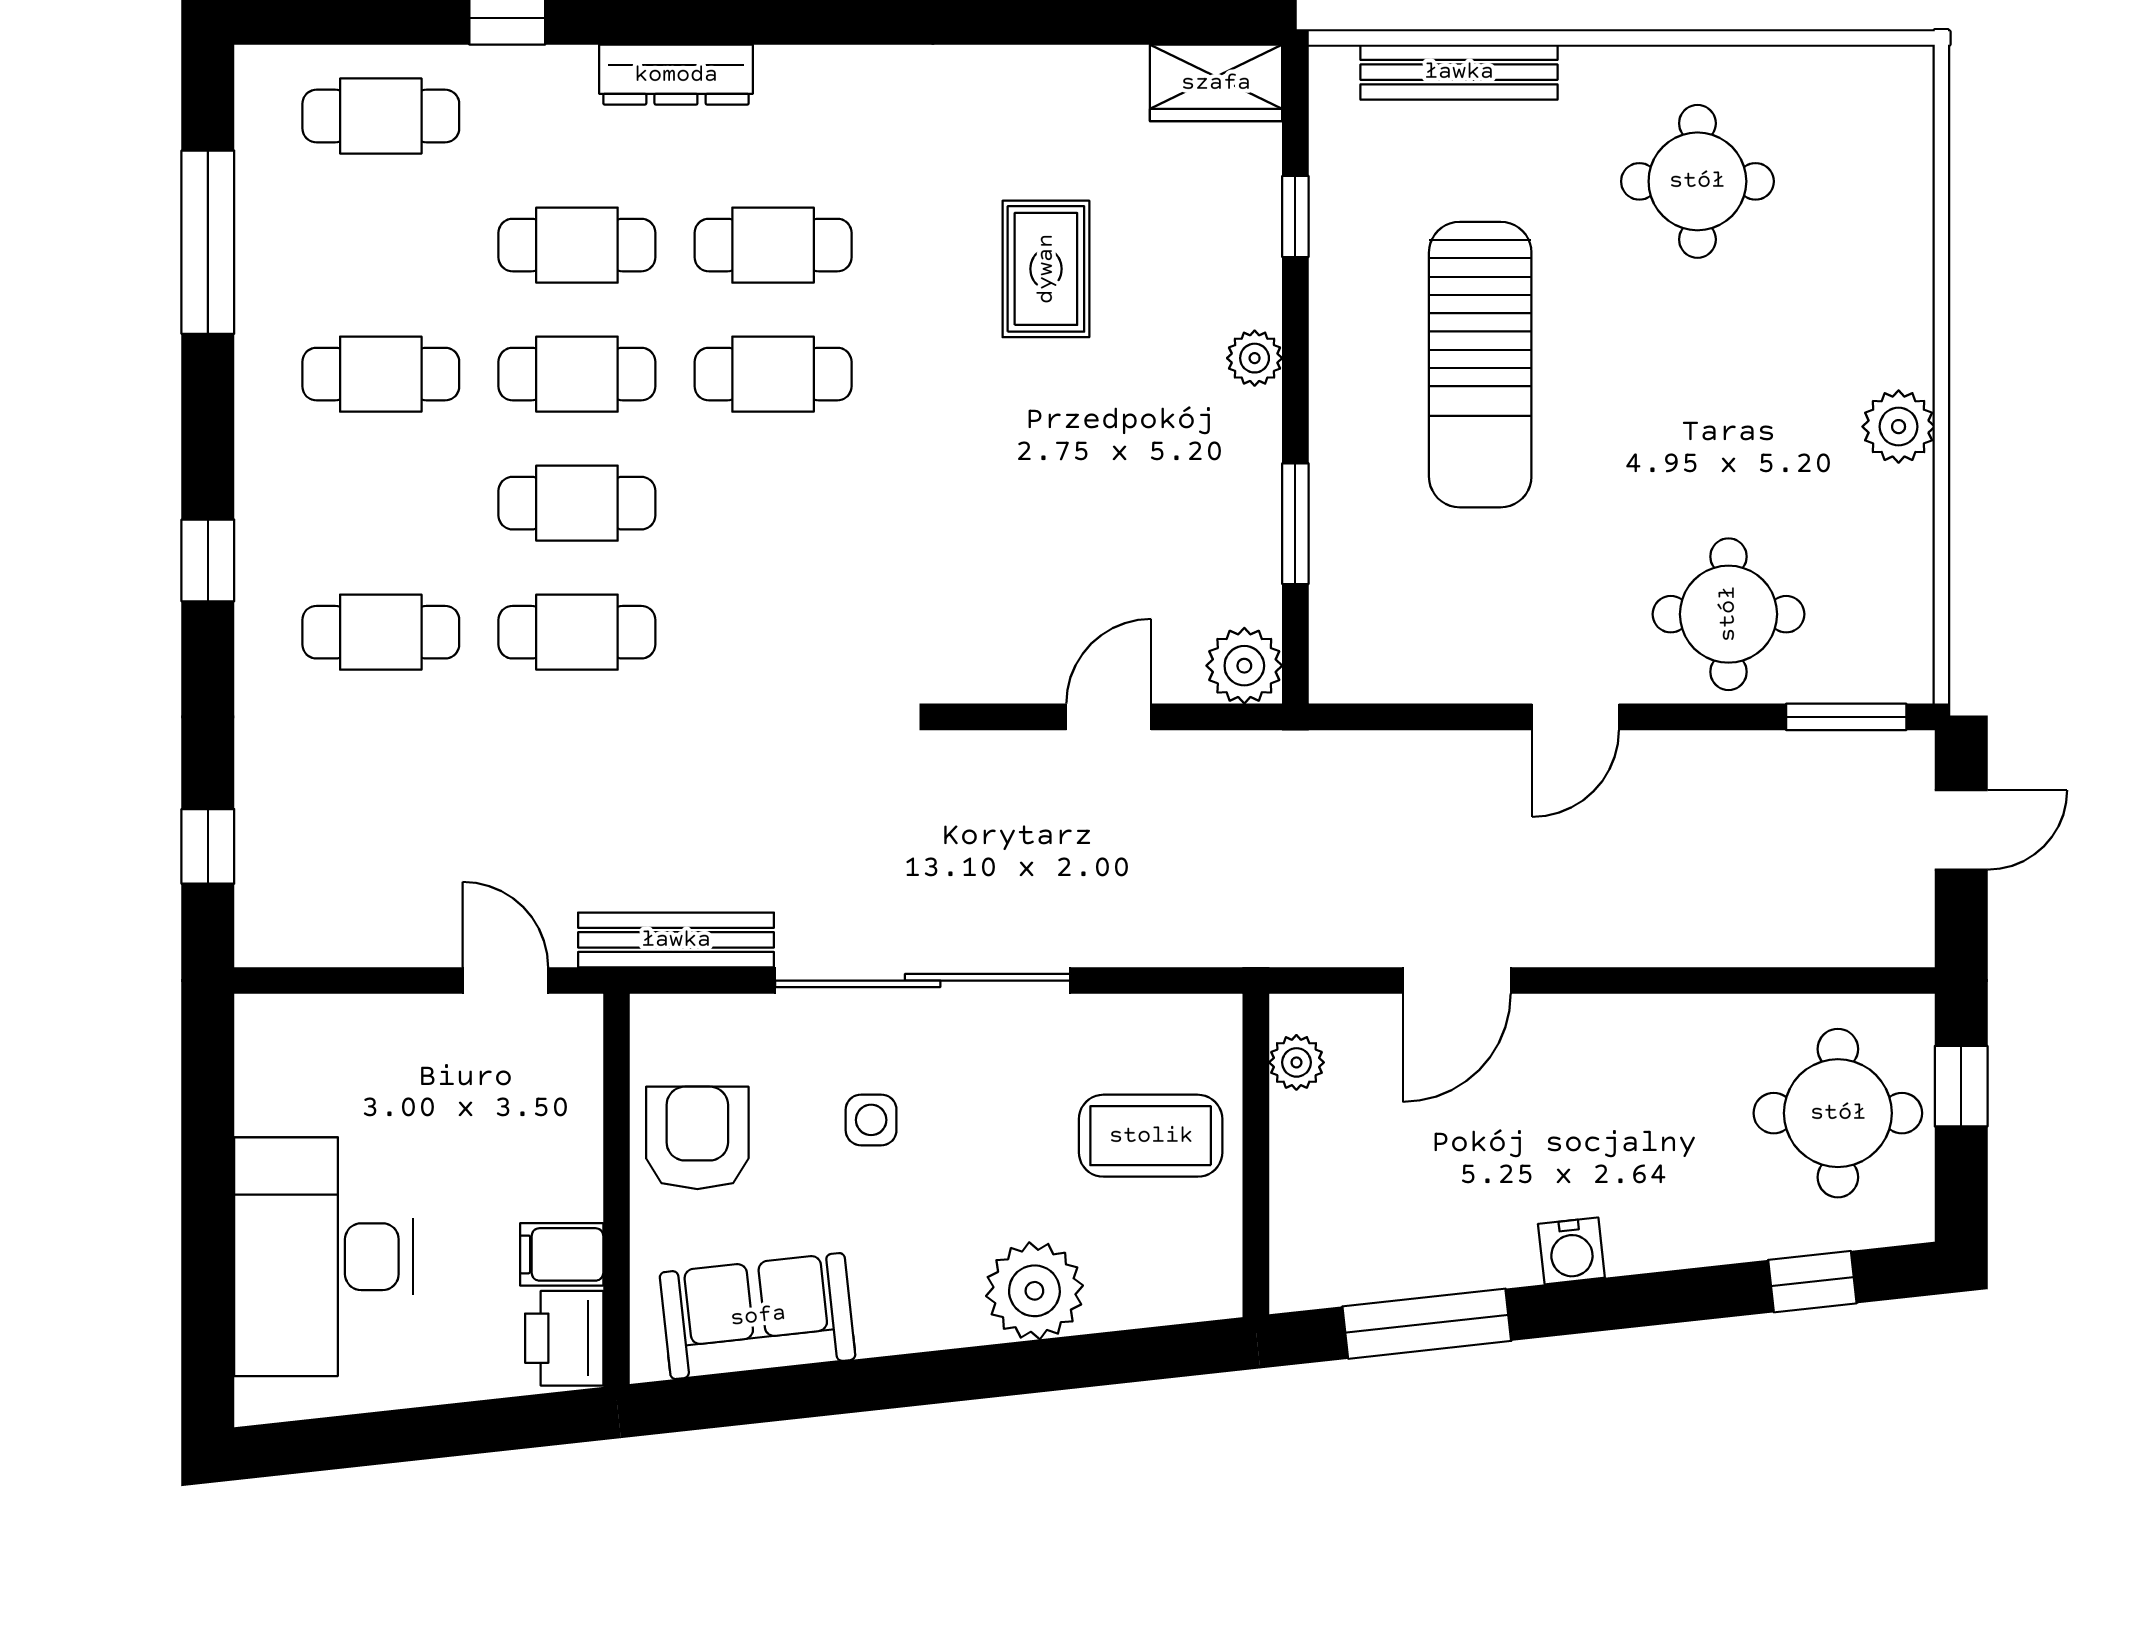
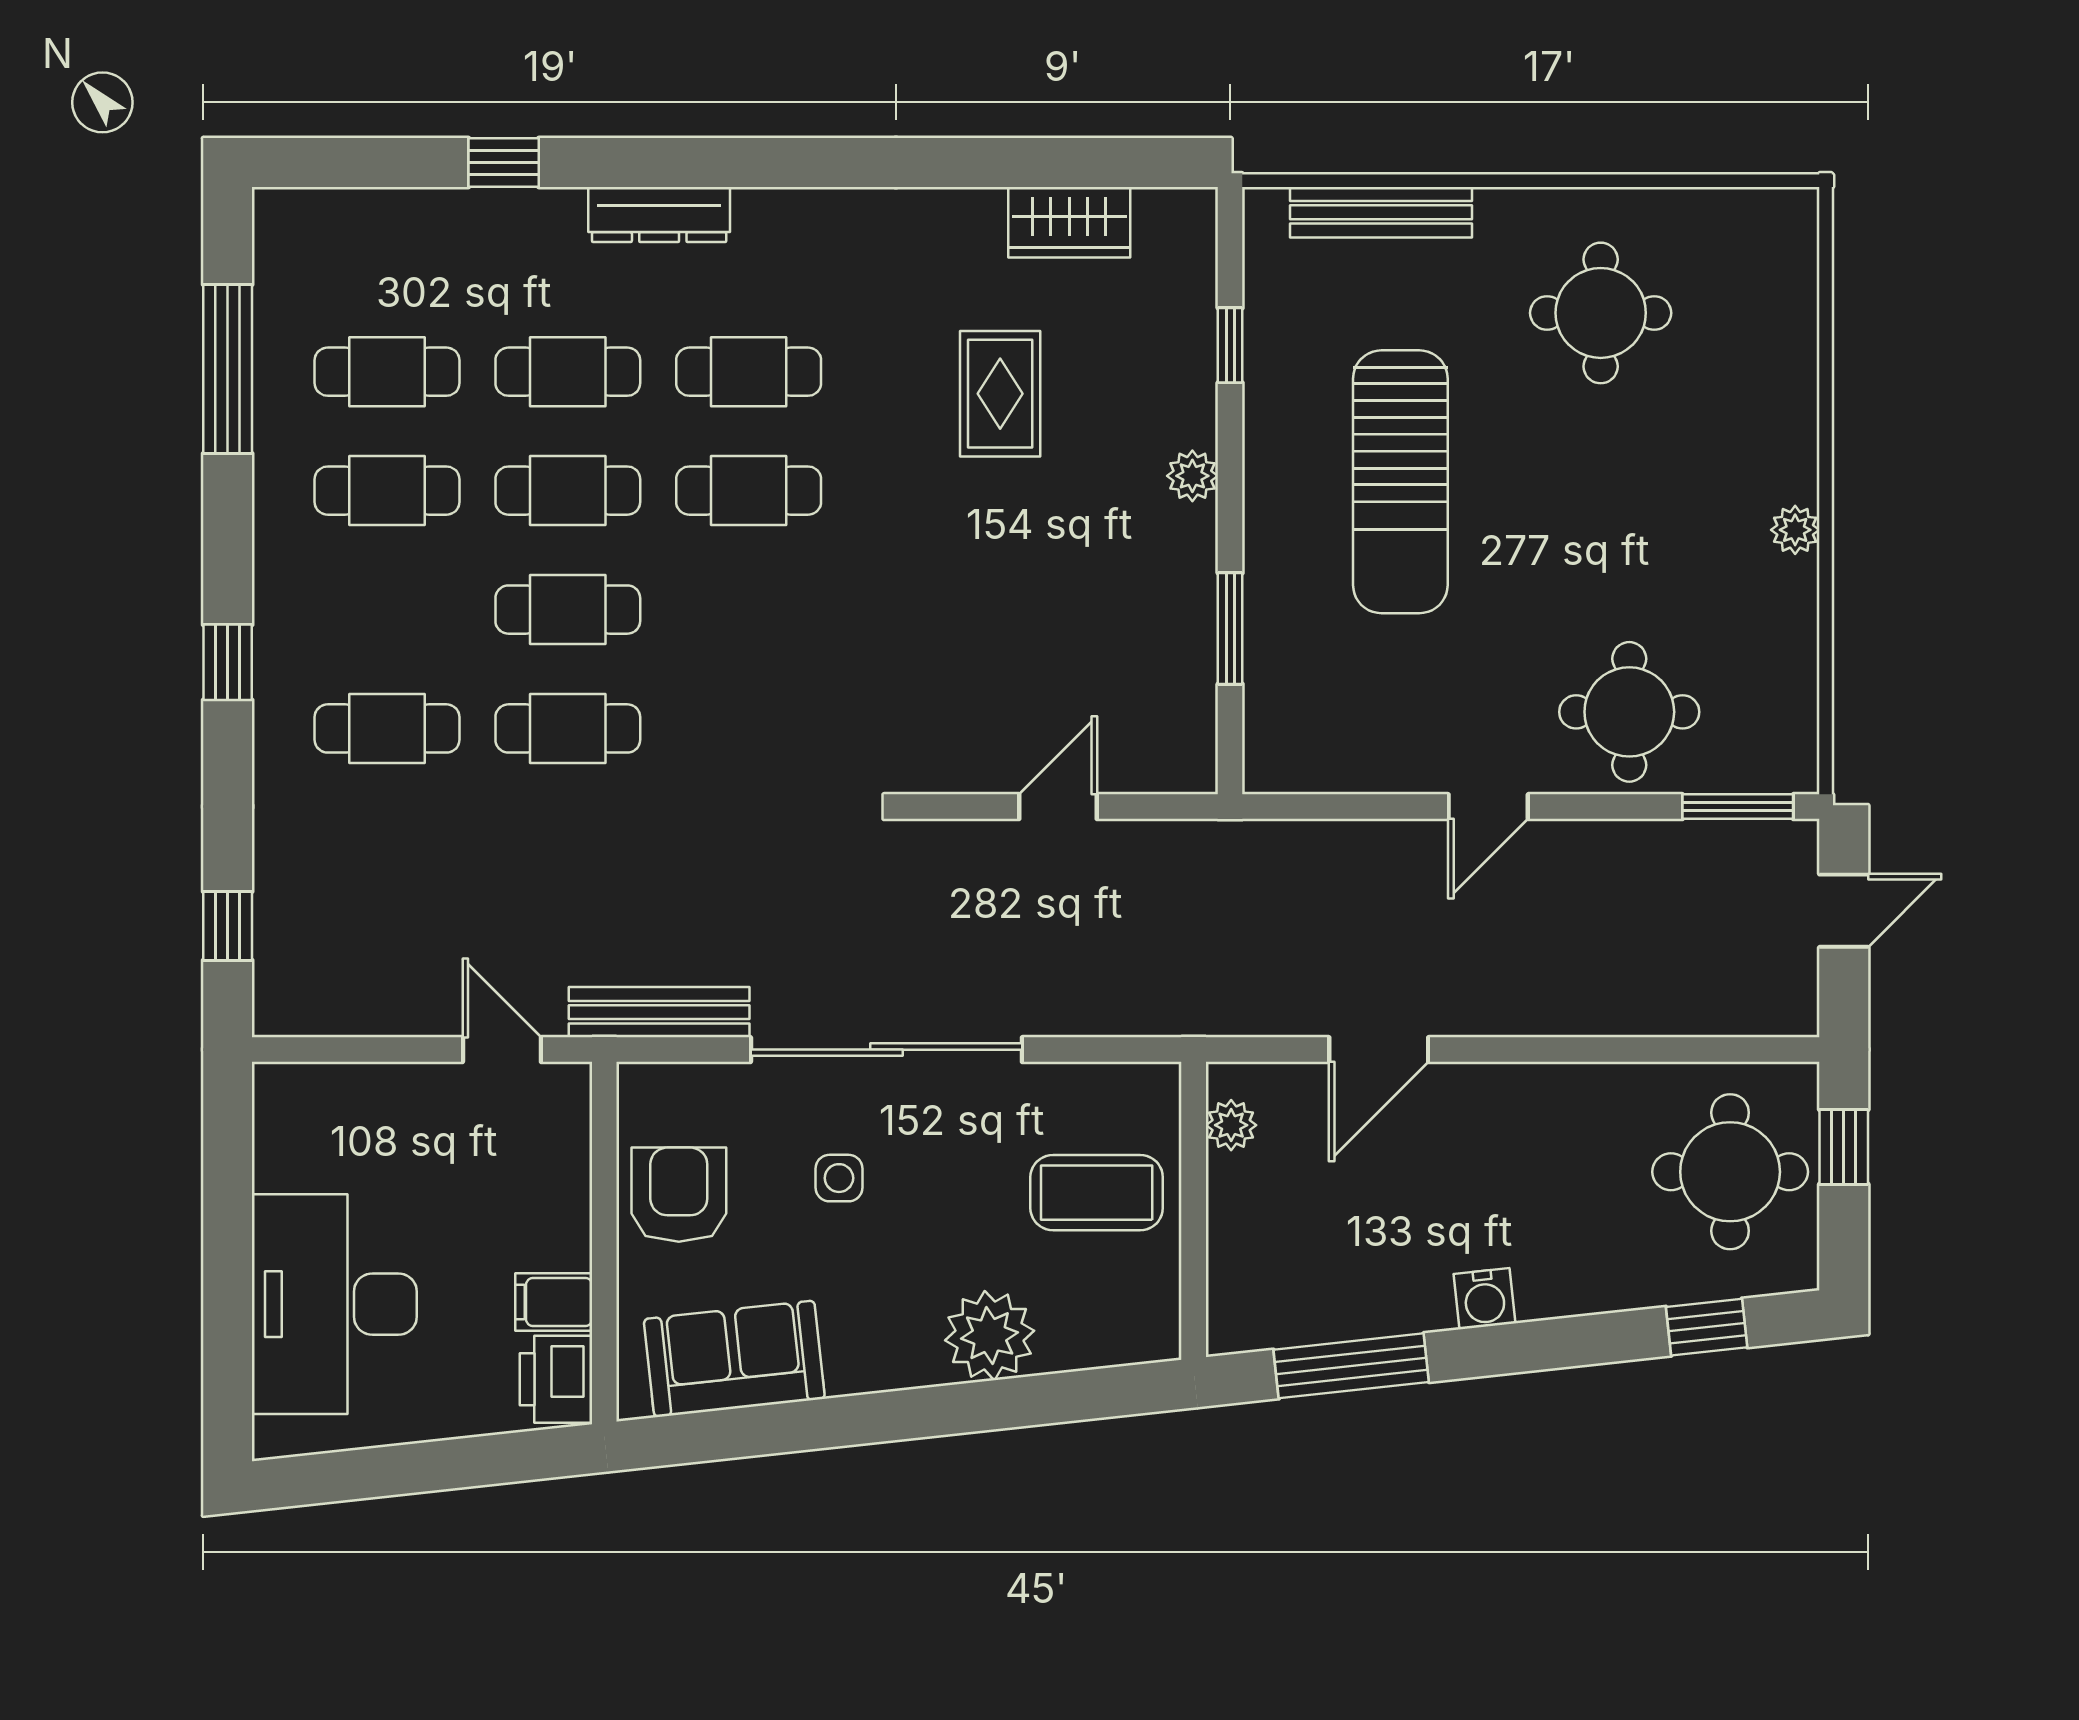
wardrobe: (1216, 83) -> (1069, 222), moved
cafe table: (381, 116) -> (387, 372), moved
plant: (1899, 427) -> (1795, 530), width x0.73, depth x0.73
plant: (1244, 666) -> (1183, 759), removed

